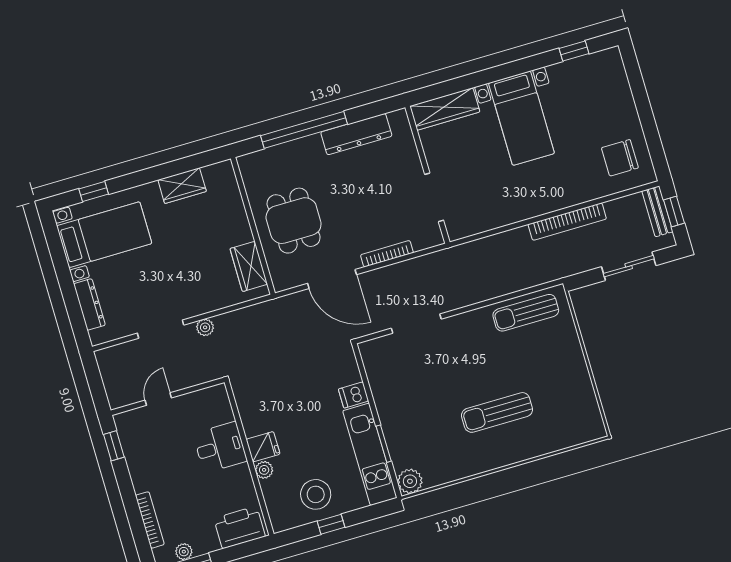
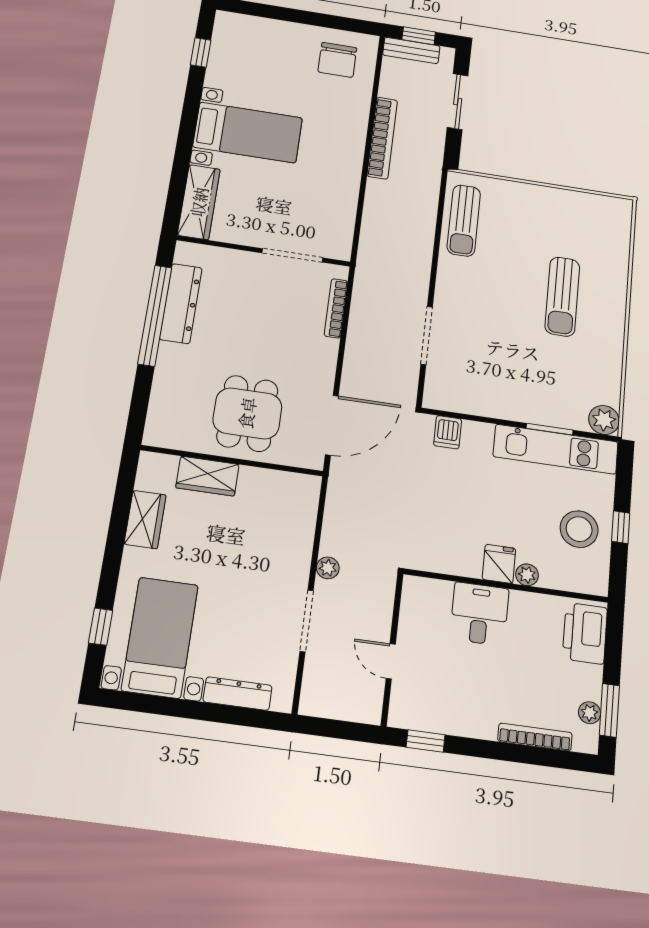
window: (304, 130) -> (155, 315), moved
dining table: (294, 221) -> (247, 413), turned 90
bookcase: (387, 254) -> (336, 308), moved
wardrobe: (249, 266) -> (207, 476), moved
door: (332, 279) -> (332, 425), moved
dishwasher: (354, 395) -> (448, 432), moved

